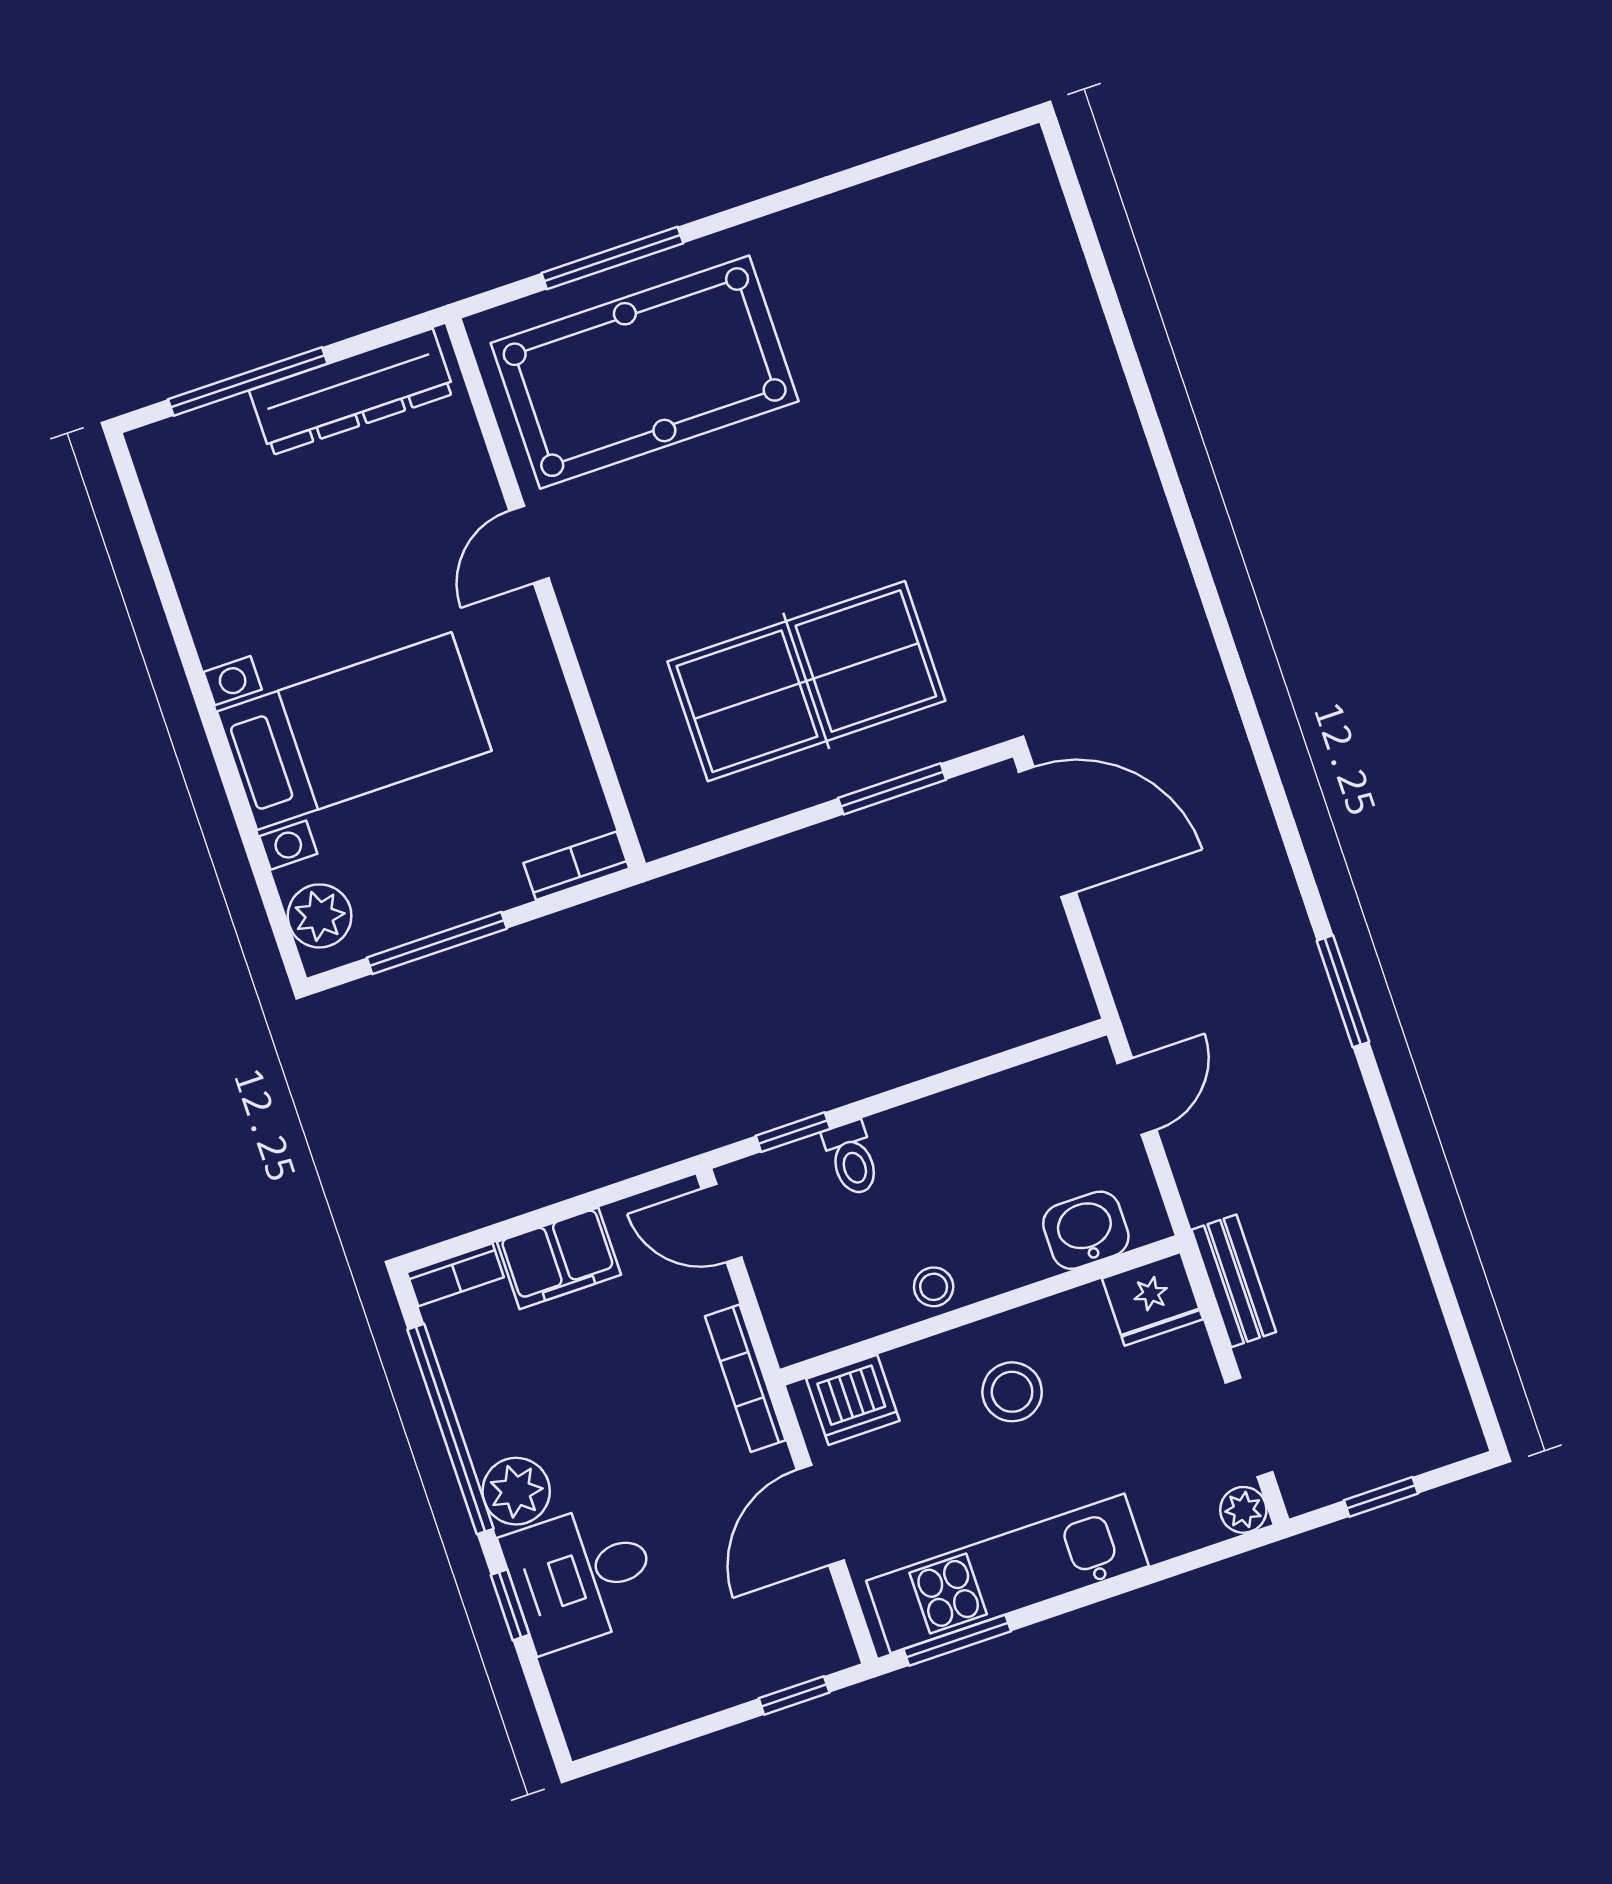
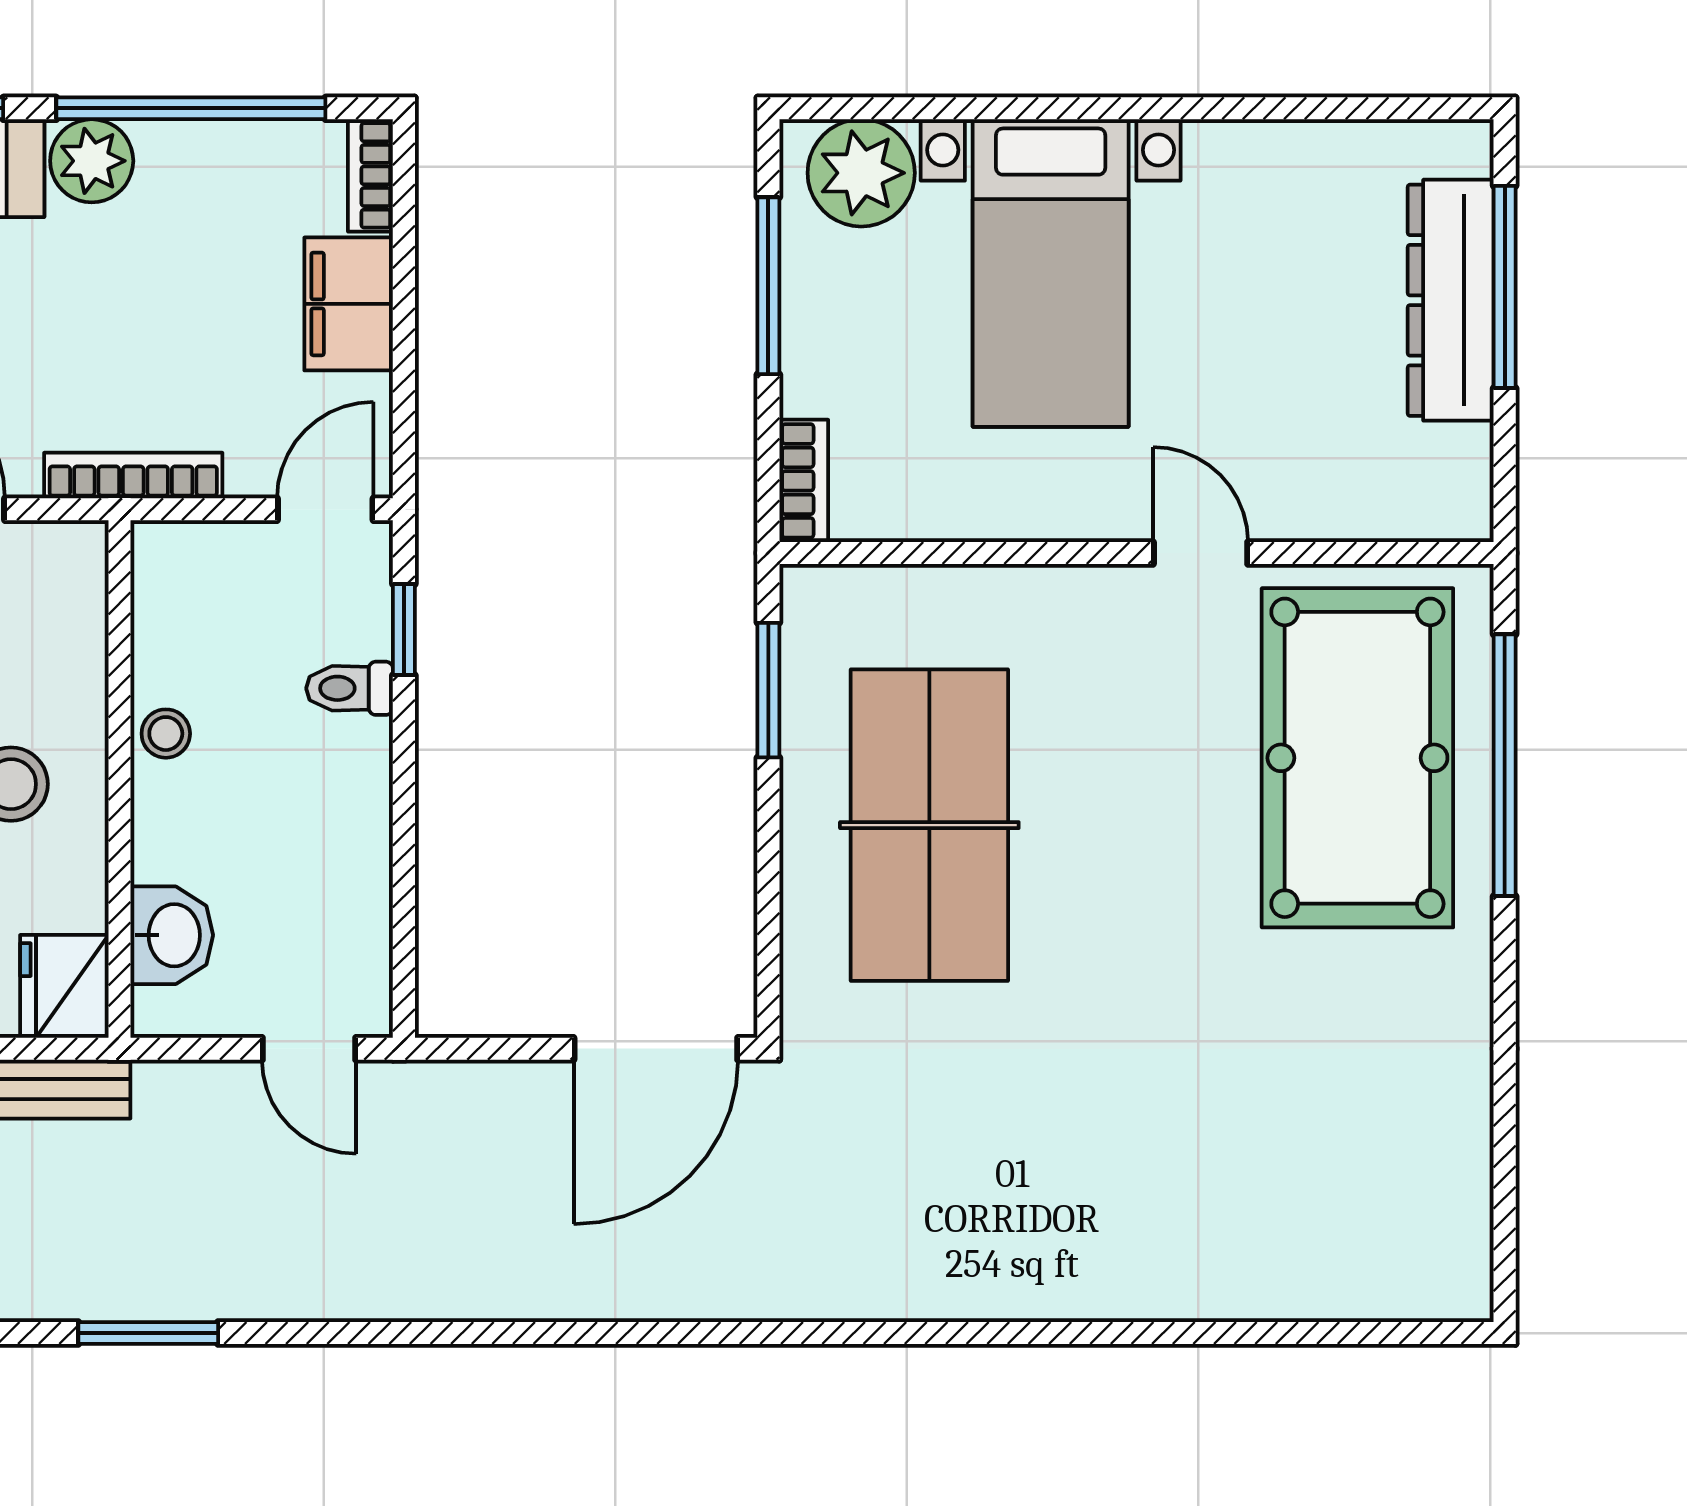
window: (612, 258) -> (1505, 765), width x1.46
dresser: (352, 392) -> (1451, 300), moved
window: (892, 789) -> (768, 690), moved
plant: (320, 916) -> (861, 173), width x1.36, depth x1.36
window: (1343, 991) -> (148, 1333), moved
dishwasher: (853, 1400) -> (65, 593), removed

